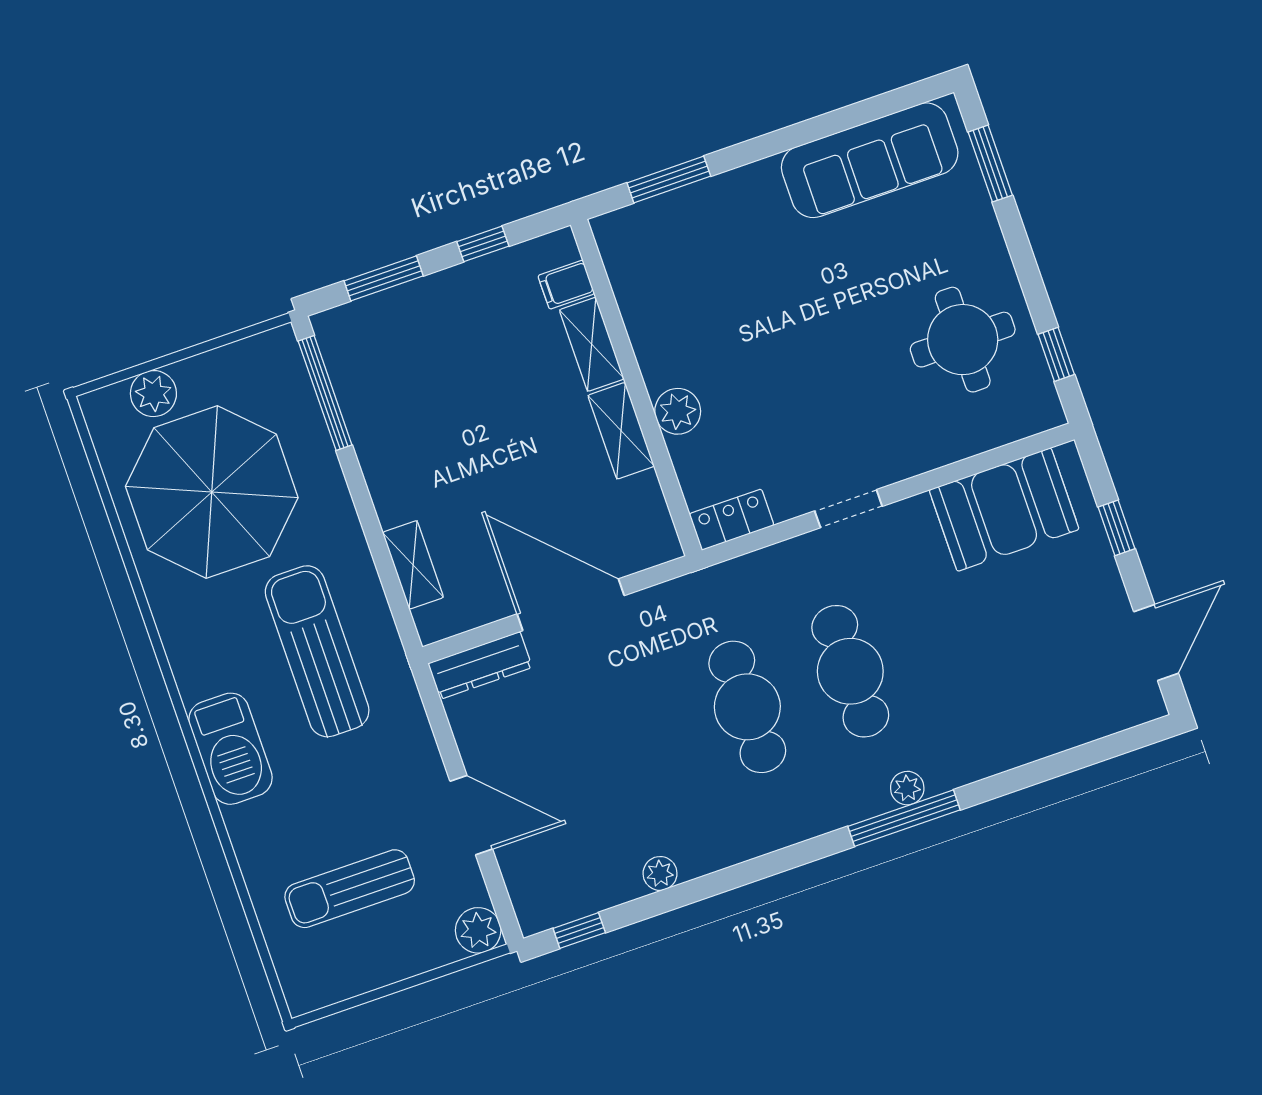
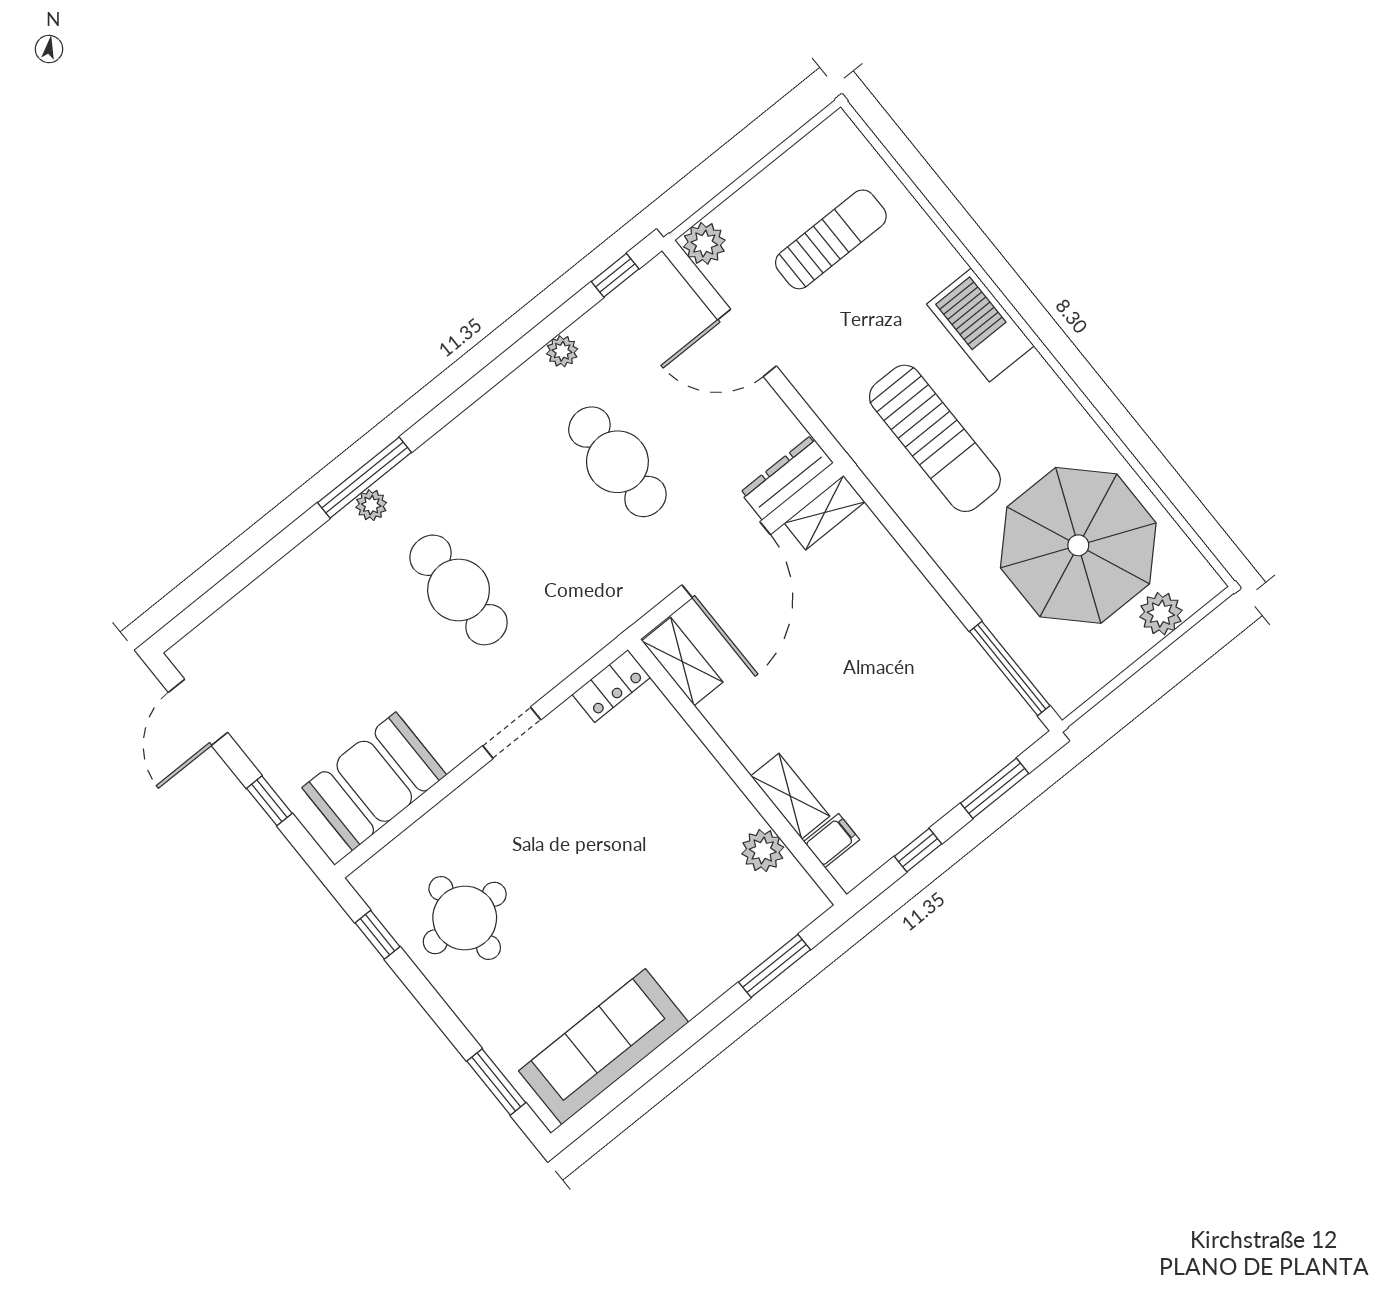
plant: (678, 411) -> (763, 851), moved
shelving: (621, 431) -> (682, 661), moved
shelving: (413, 565) -> (825, 513), moved, turned 90
door: (571, 605) -> (726, 560), hinge flipped
cafe table: (747, 707) -> (617, 462), moved

